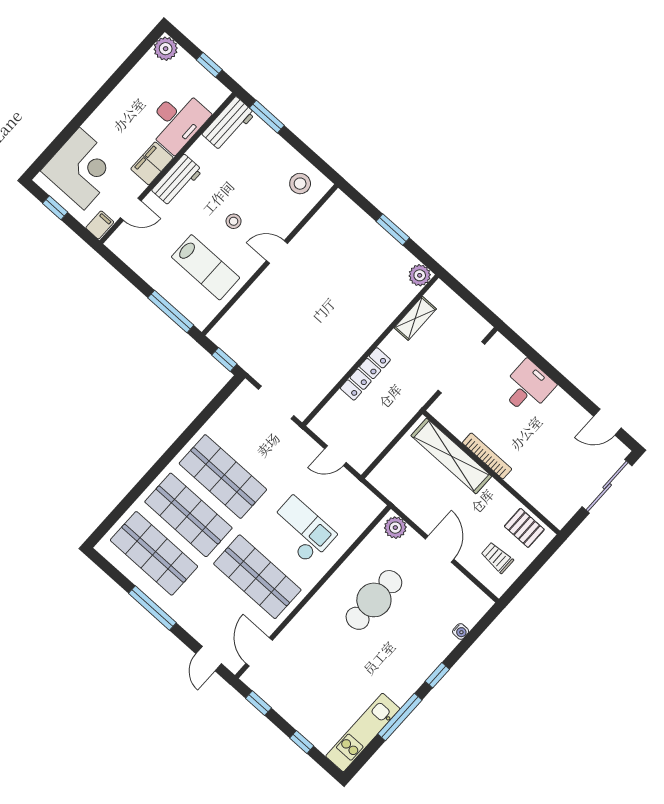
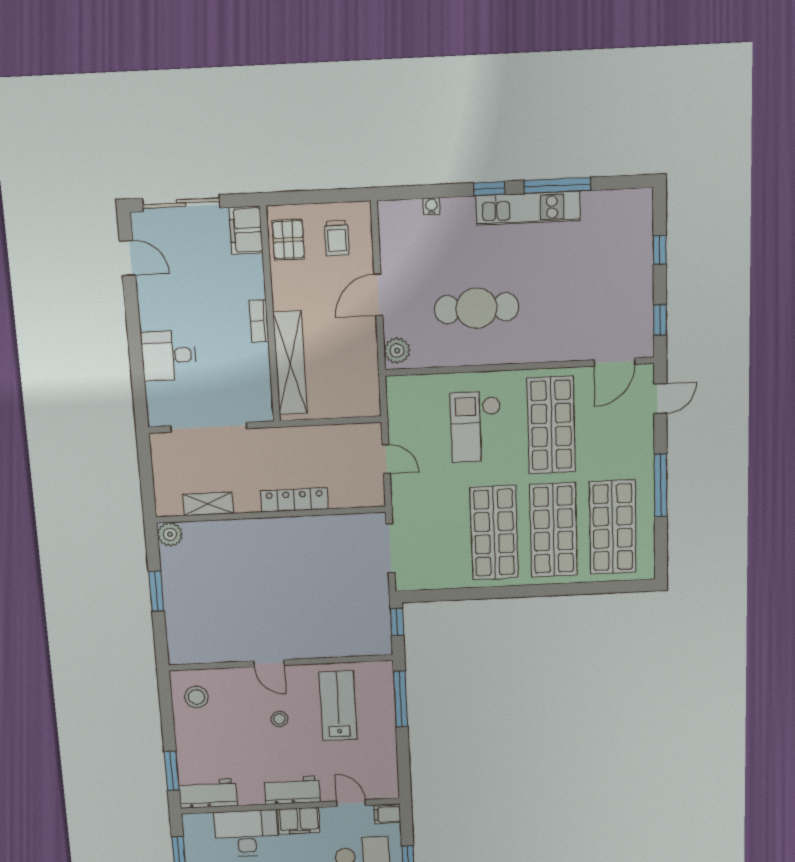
bookcase: (487, 456) -> (259, 321), width x0.64
filing cabinet: (554, 508) -> (246, 230), added
kitchen unit: (363, 732) -> (528, 208), moved

